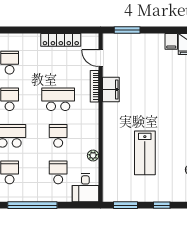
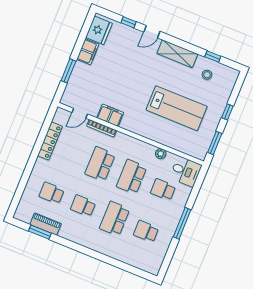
window: (127, 30) -> (68, 71), moved
filing cabinet: (171, 41) -> (88, 52), width x2.00
school desk: (58, 136) -> (132, 177), width x1.85
lab bench: (145, 153) -> (177, 108), width x1.36, depth x1.39
window: (32, 205) -> (182, 223), width x0.68

